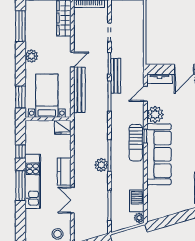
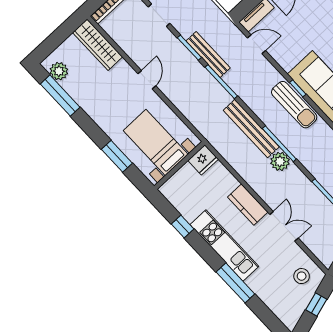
plant: (31, 56) -> (59, 71), moved
bench: (79, 90) -> (251, 129), moved
door: (145, 94) -> (256, 44), swing flipped
window: (20, 97) -> (117, 156), moved
plant: (155, 114) -> (287, 56), removed
window: (20, 186) -> (235, 283), moved
double door: (72, 200) -> (284, 226), swing flipped

